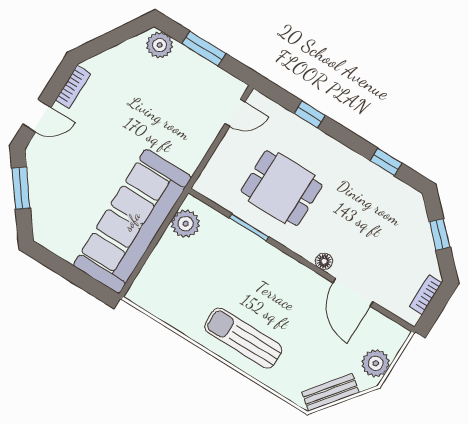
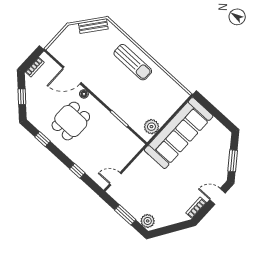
dining table: (282, 188) -> (71, 121), moved, turned 90
door: (353, 292) -> (72, 75), swing flipped
plant: (376, 363) -> (67, 37), removed

